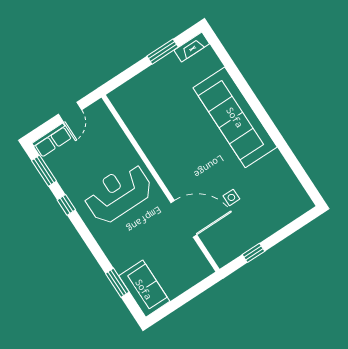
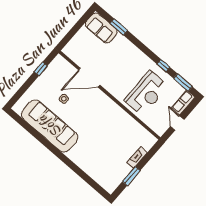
fireplace: (192, 47) -> (137, 158), moved
sofa: (235, 117) -> (50, 126), moved
reception desk: (118, 193) -> (146, 93), moved

